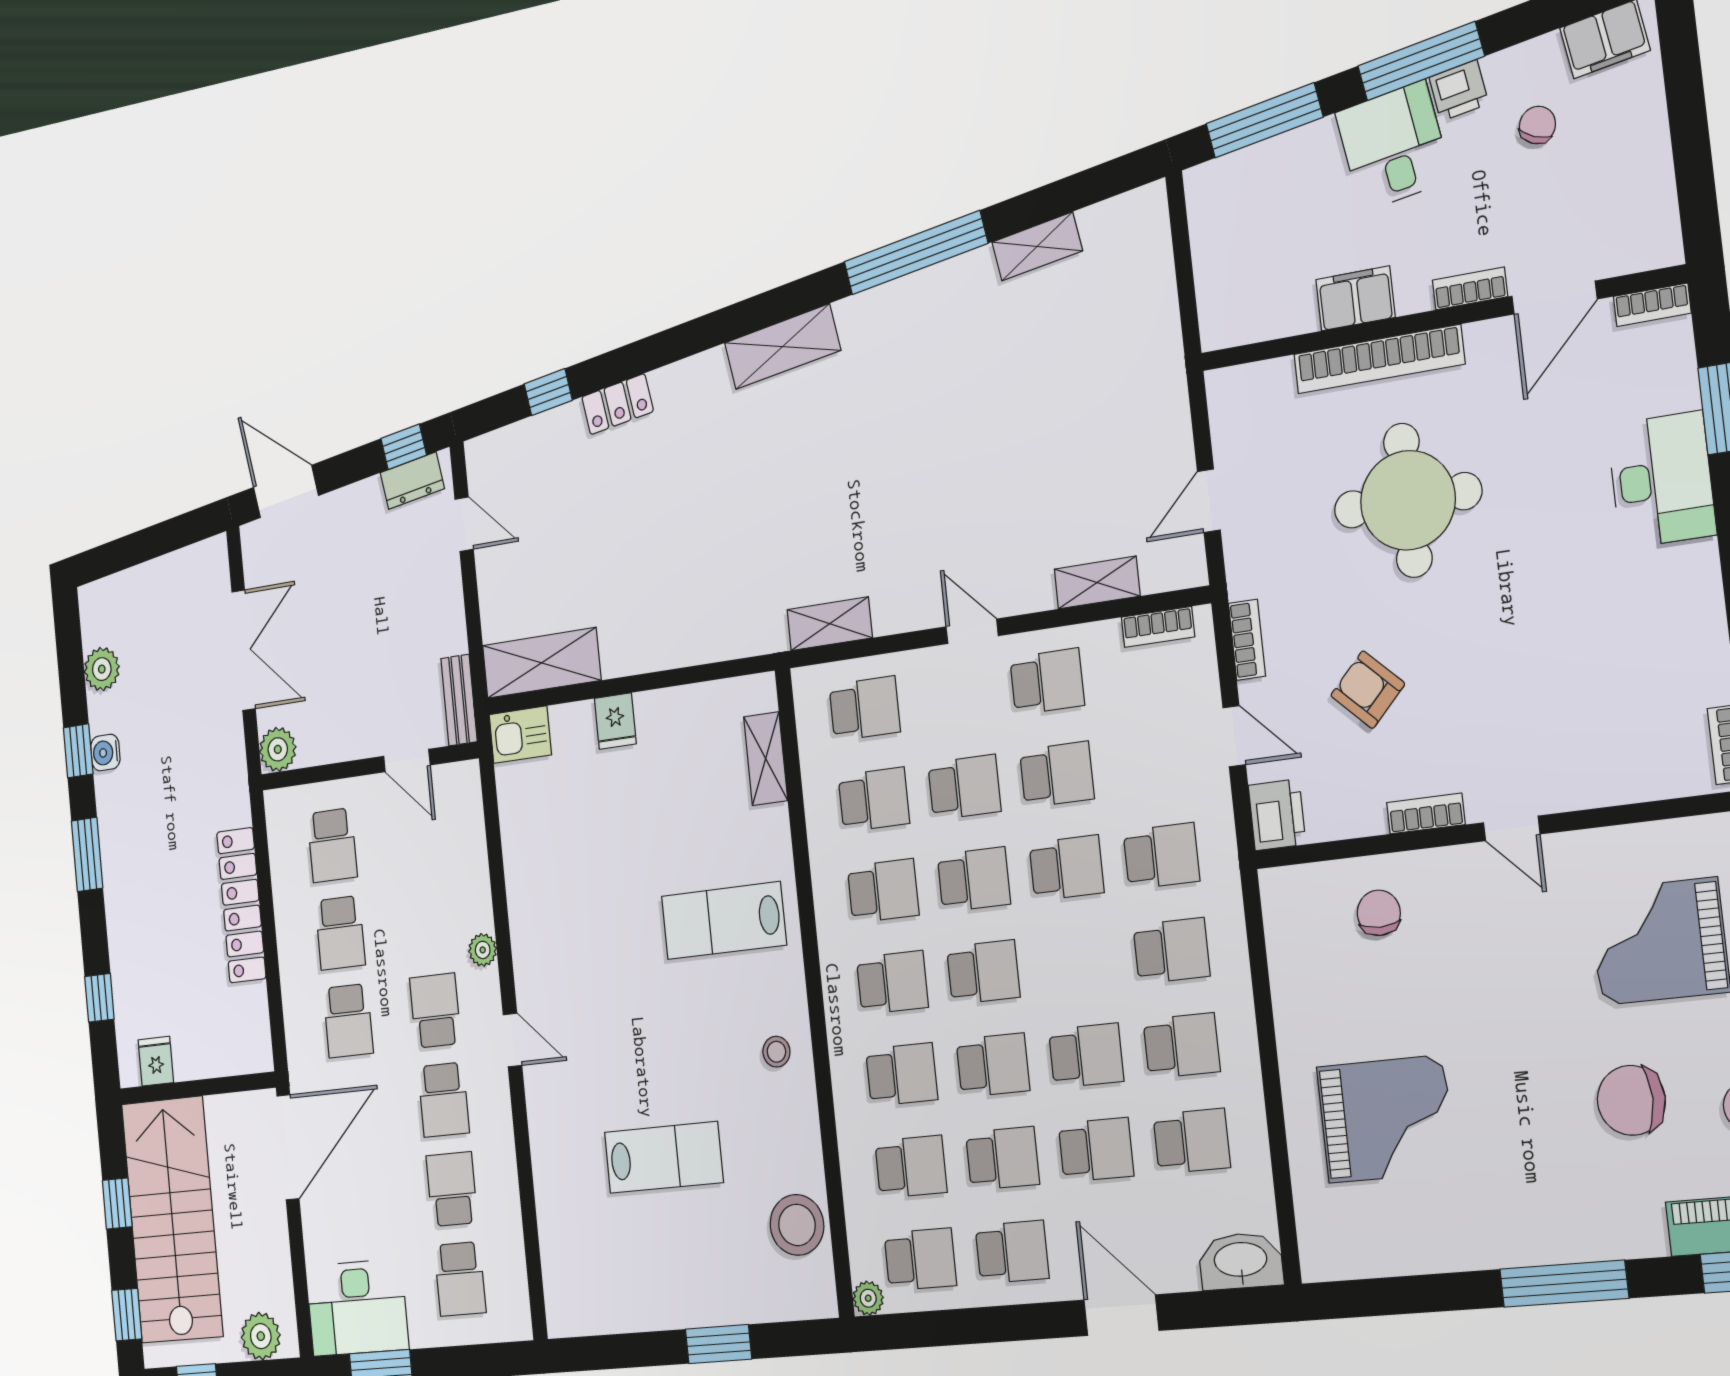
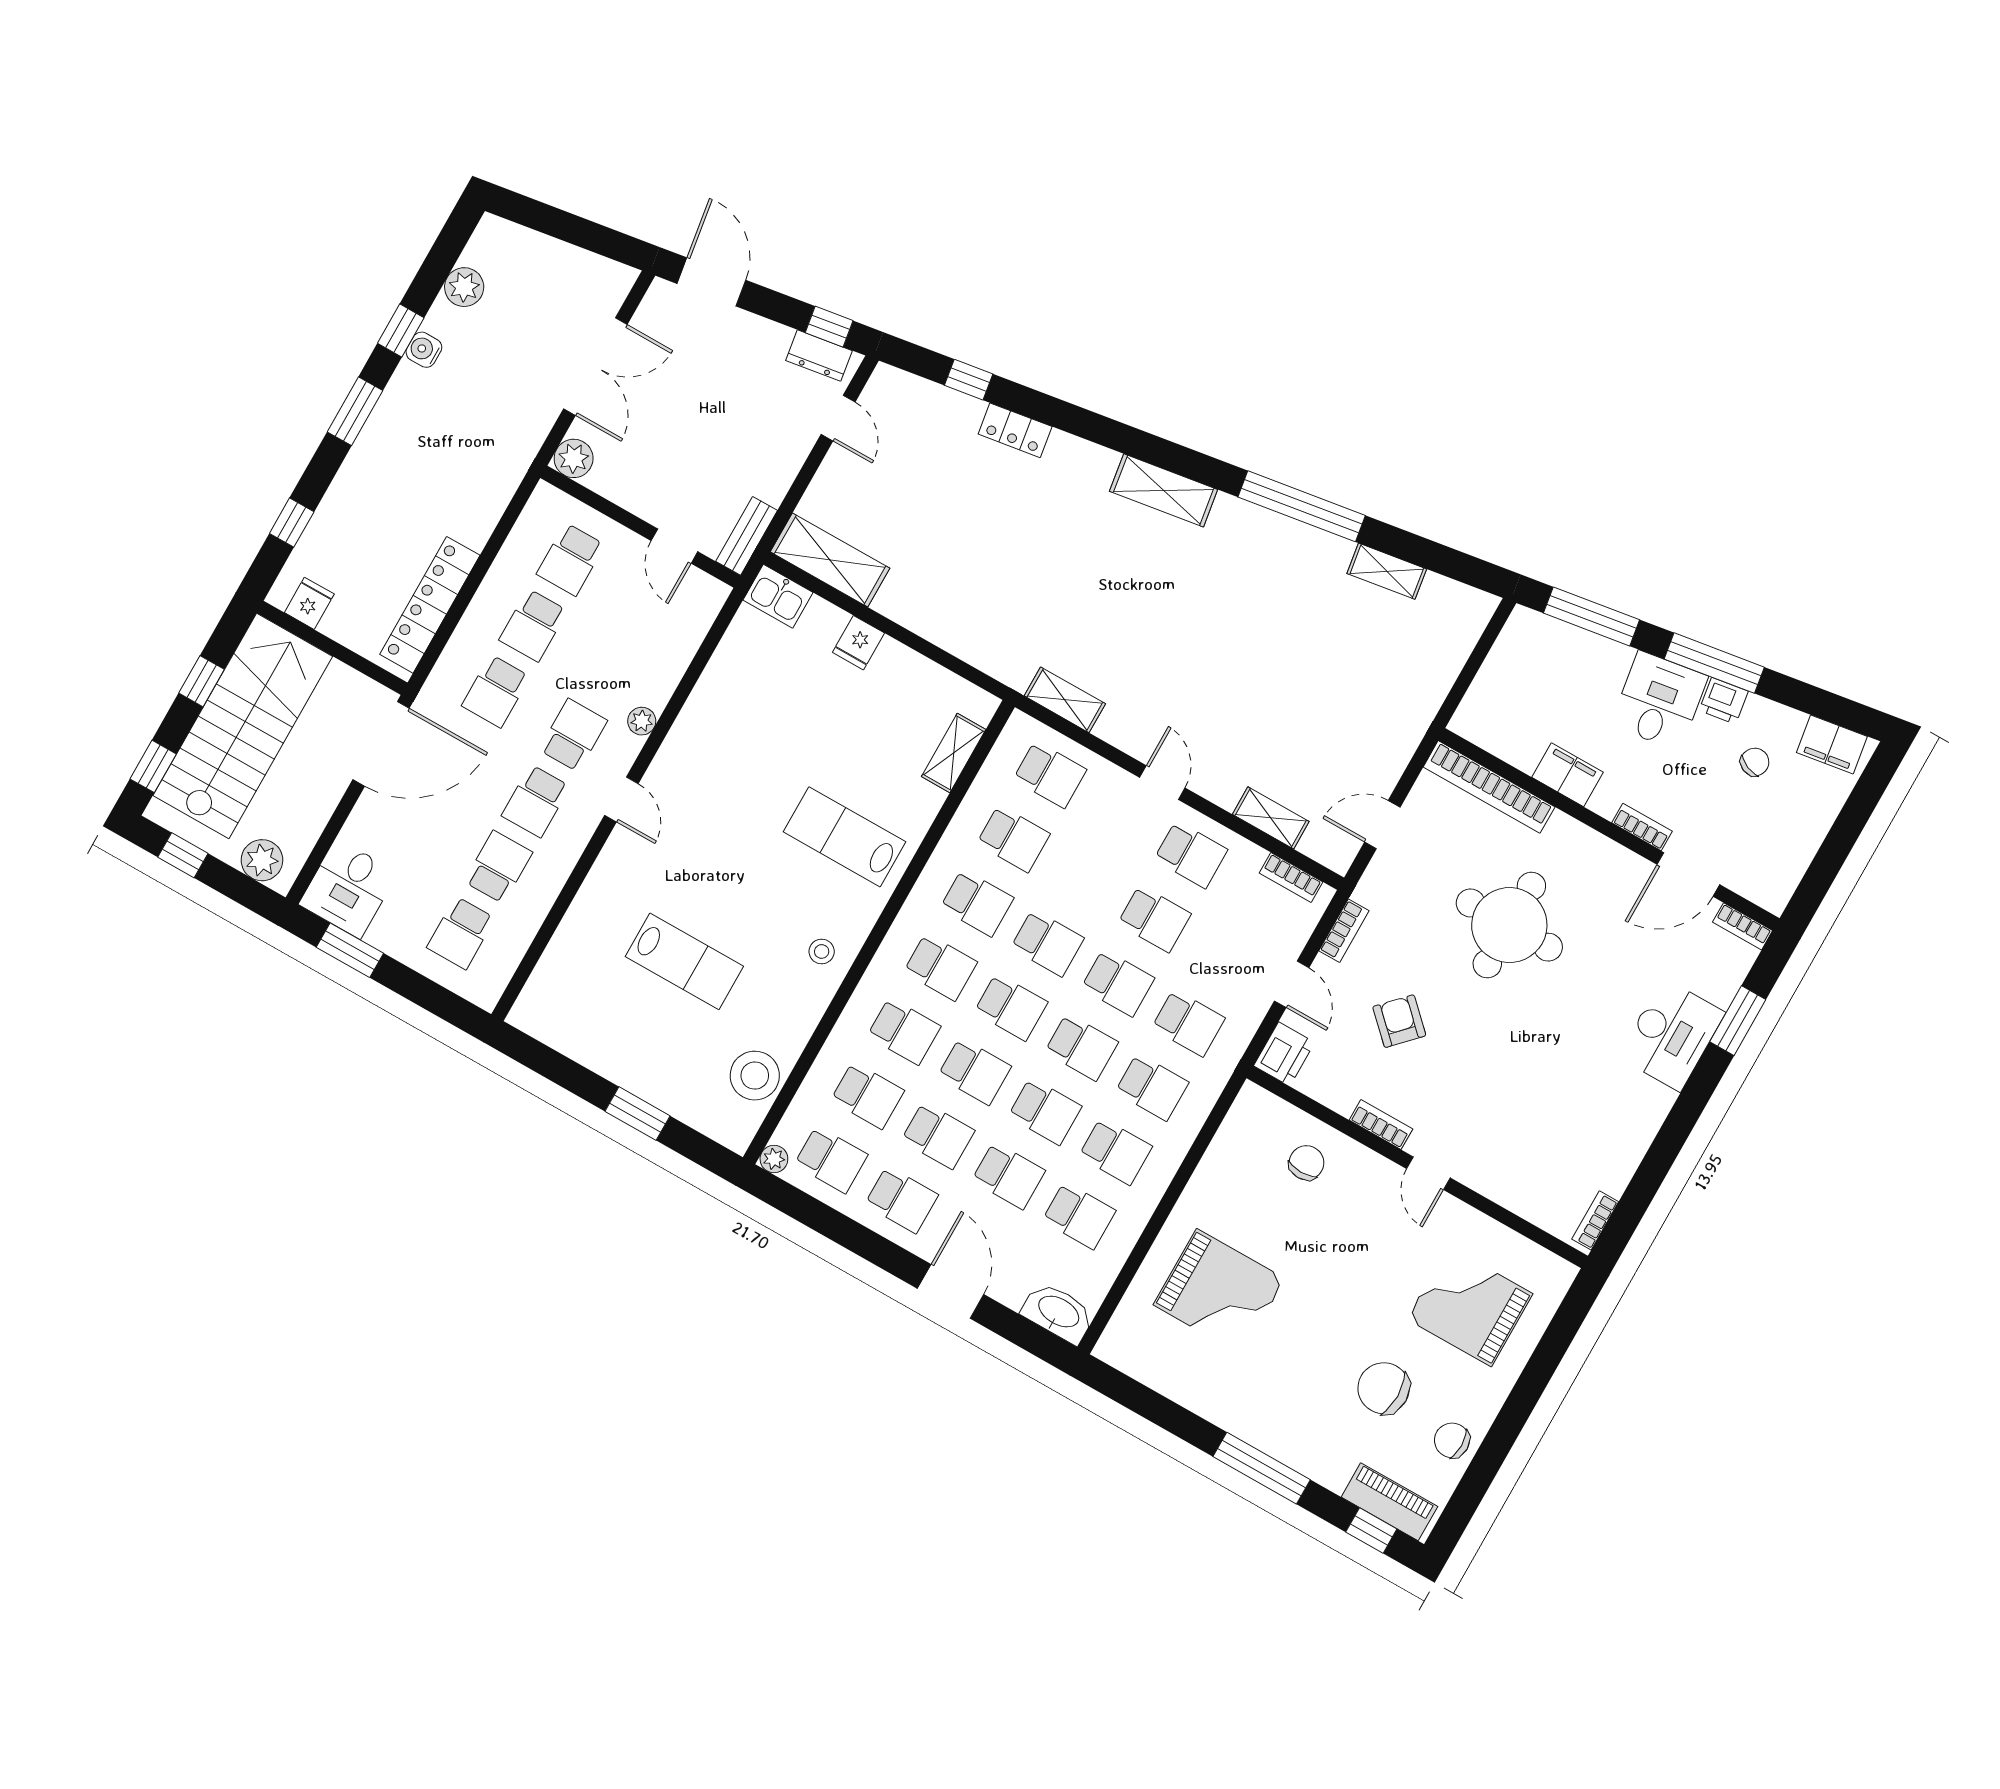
bookcase: (1379, 359) -> (1489, 787), moved
school desk: (964, 787) -> (1081, 1047), moved
locker: (241, 905) -> (430, 605), moved
desk: (357, 1308) -> (348, 889), width x0.73

